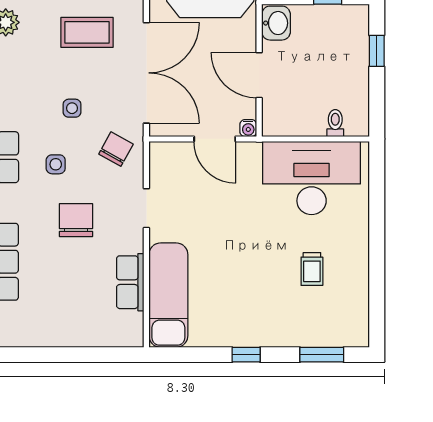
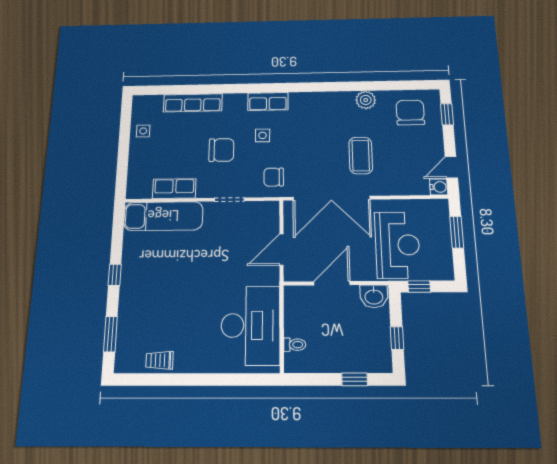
side table: (72, 108) -> (143, 131), moved
water cooler: (248, 128) -> (290, 275), removed
chair: (116, 149) -> (274, 177), turned 151
trolley: (312, 269) -> (159, 360), moved

